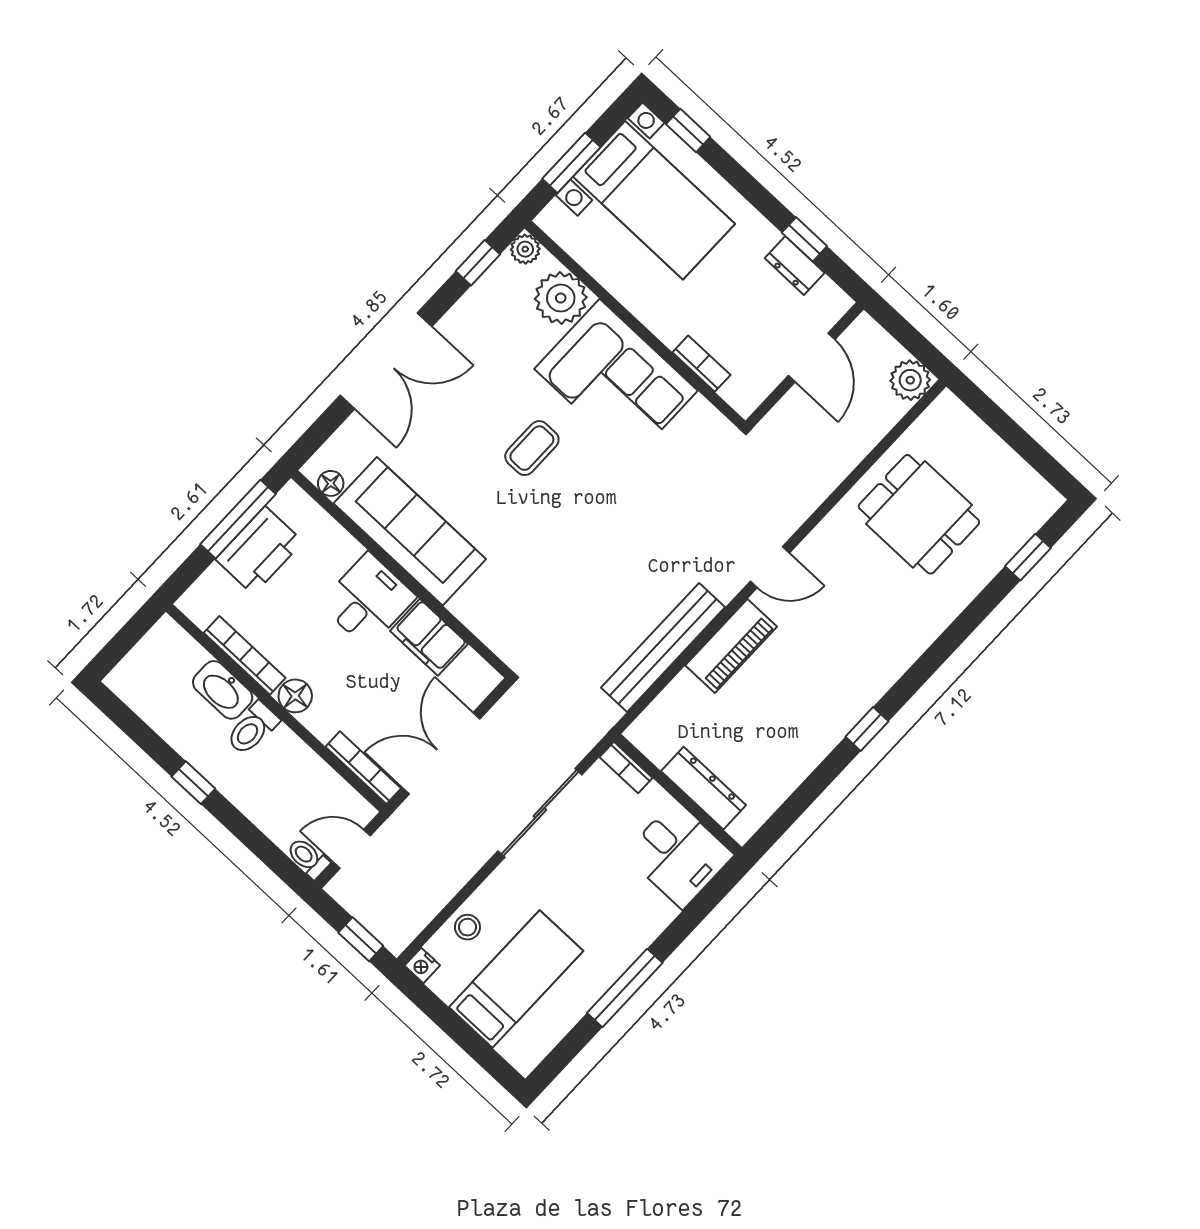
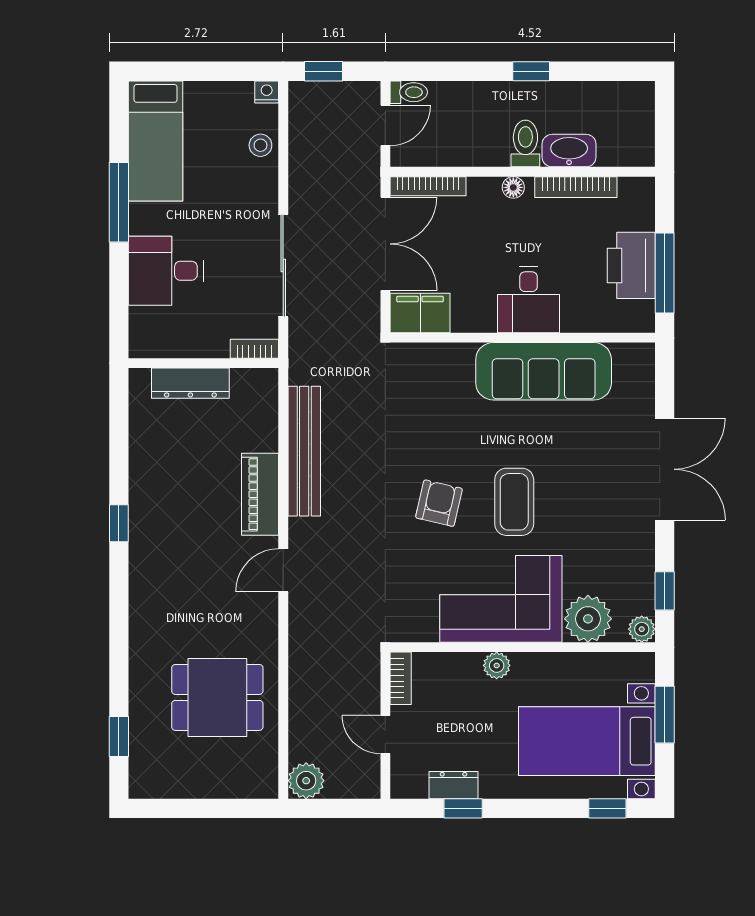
plant: (670, 329) -> (497, 665), added
door: (812, 358) -> (385, 735), width x0.73
double door: (386, 361) -> (665, 469), swing flipped
bookcase: (701, 364) -> (401, 678), moved, turned -90
coffee table: (532, 448) -> (514, 502), width x1.36, depth x1.30
floor lamp: (331, 483) -> (625, 354), removed
armchair: (594, 504) -> (439, 503), added
filing cabinet: (429, 637) -> (420, 313), moved
floor lamp: (295, 696) -> (513, 187), width x0.73, depth x0.73
desk: (679, 855) -> (166, 271), moved
bed: (516, 979) -> (156, 141), moved

